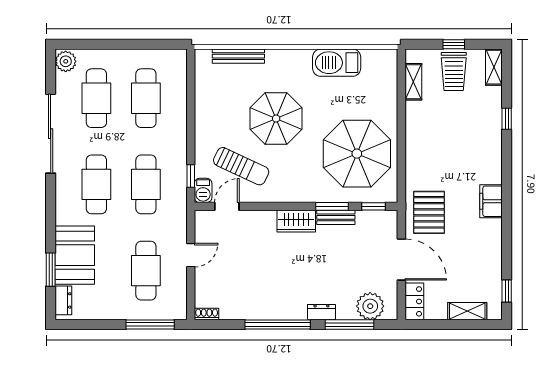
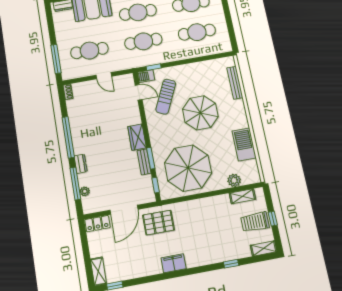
plant: (388, 89) -> (234, 180), added
plant: (370, 306) -> (85, 191), width x0.53, depth x0.53
shelving: (467, 311) -> (98, 271), moved

